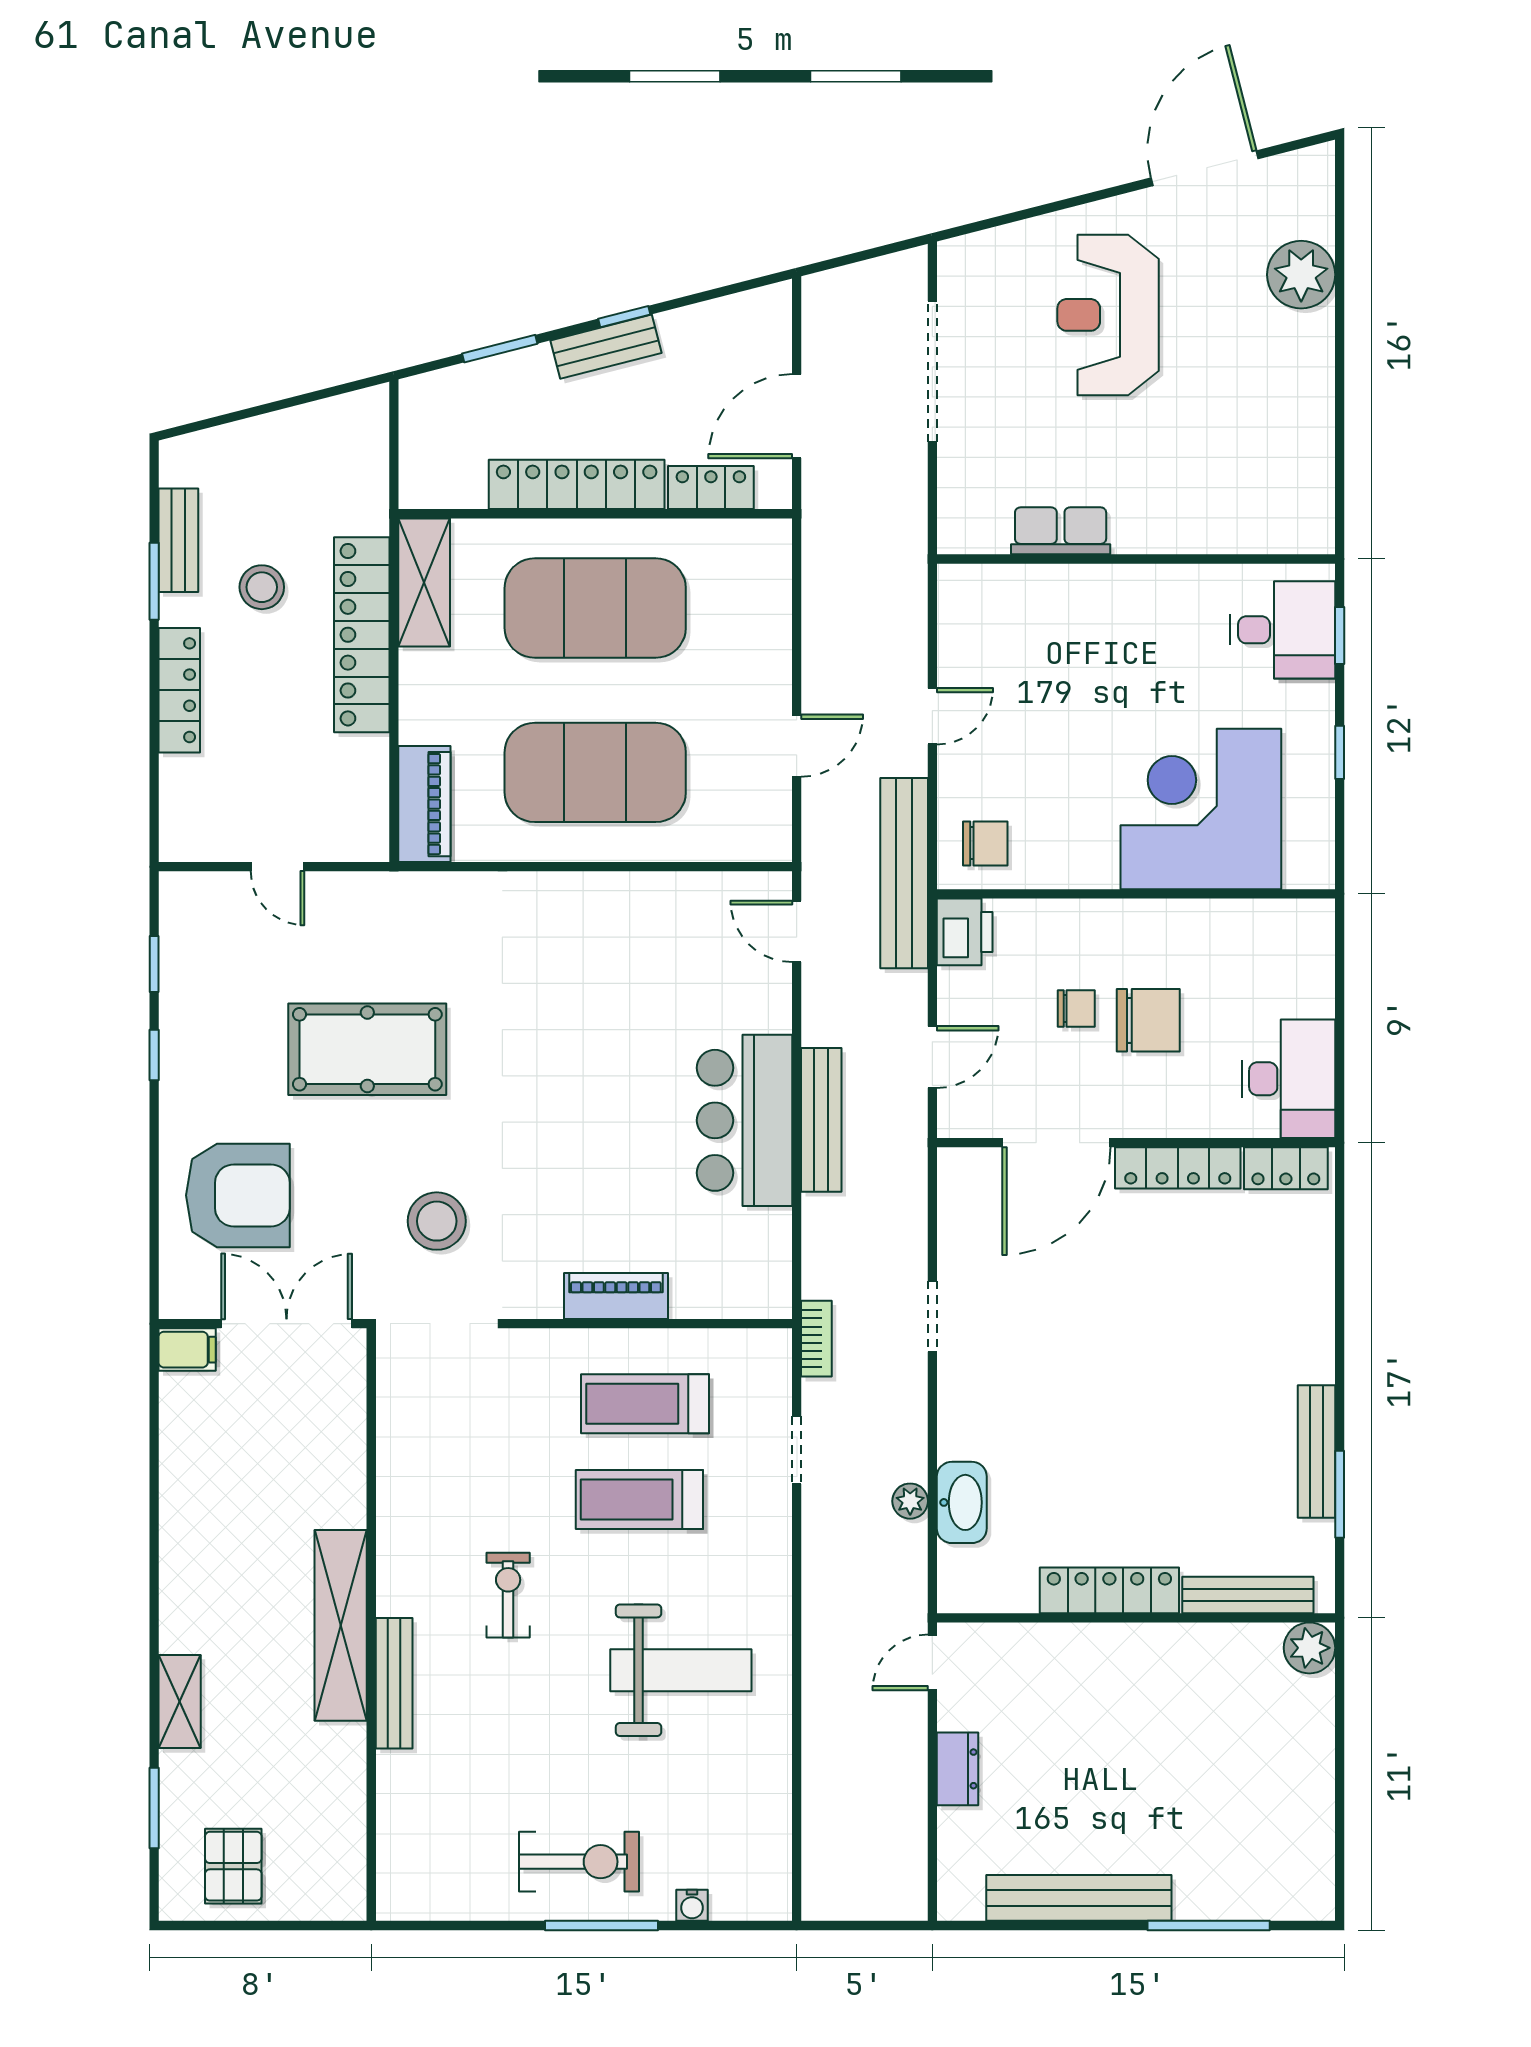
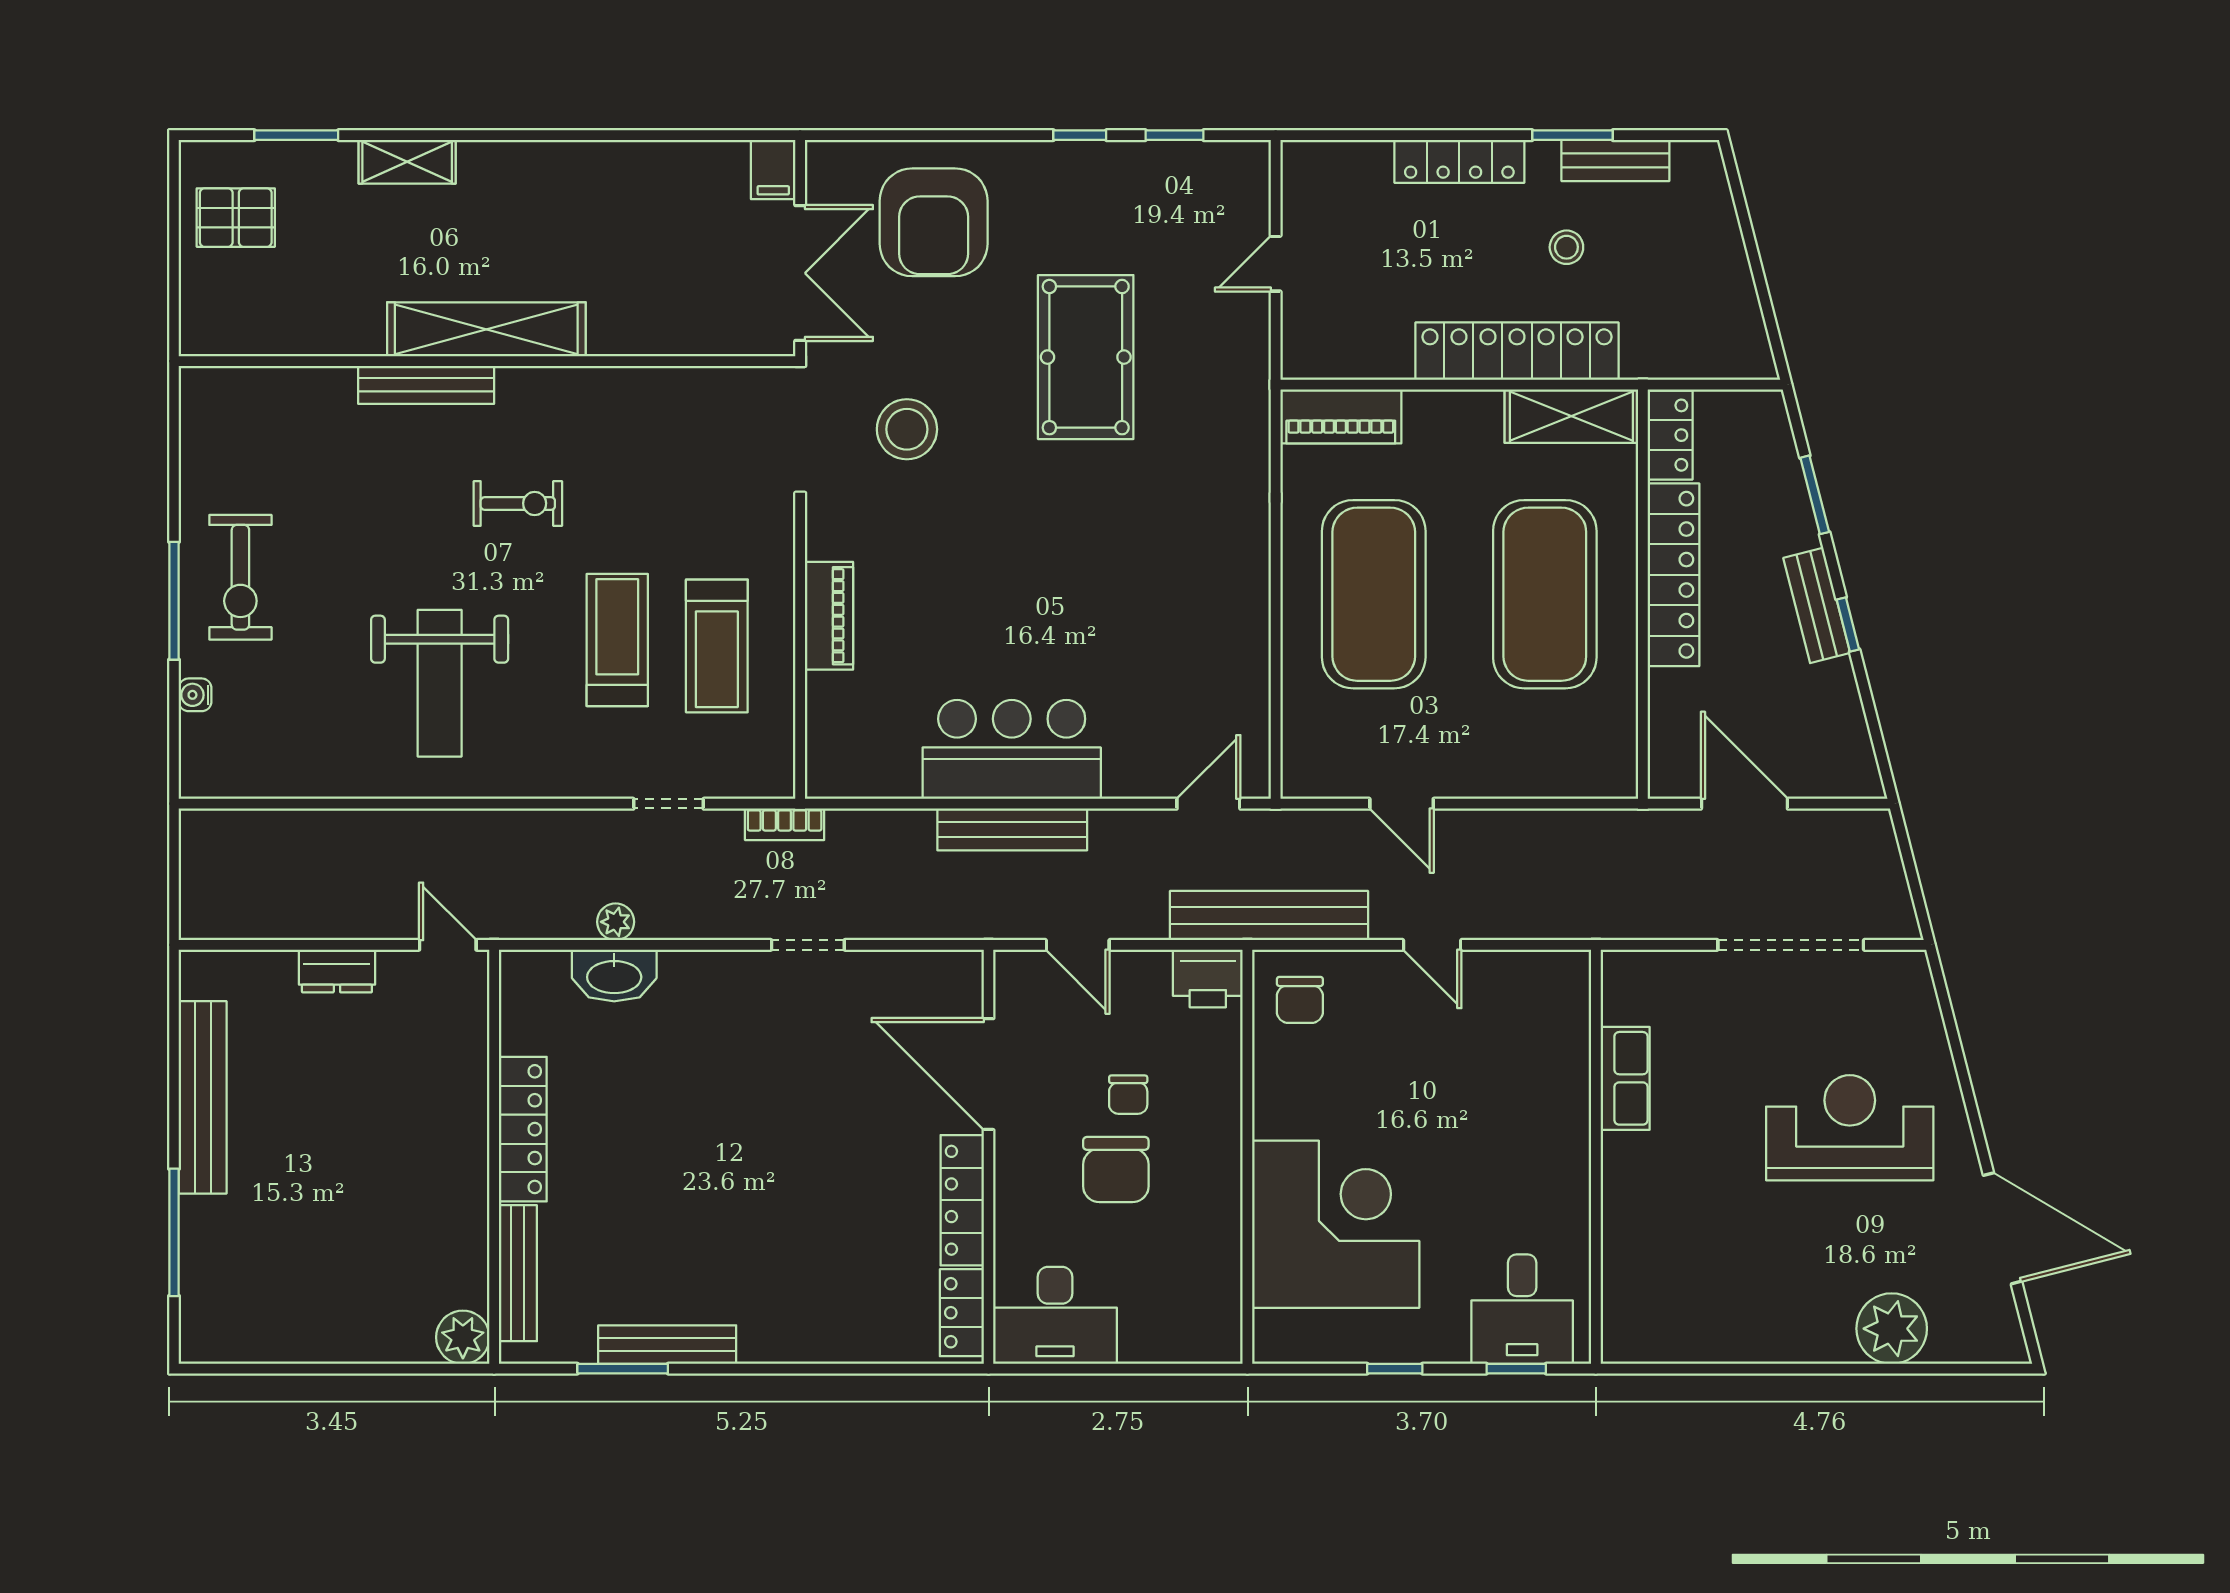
locker: (711, 488) -> (1670, 435), moved
stool: (262, 587) -> (1566, 247), width x0.73, depth x0.73
treadmill: (645, 1404) -> (717, 646), turned 180

